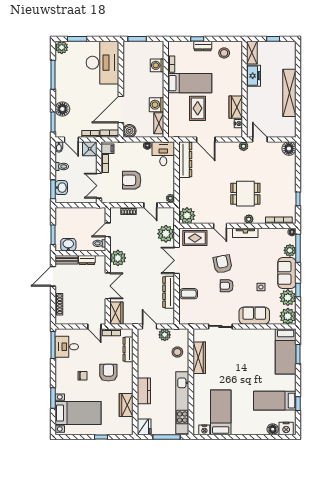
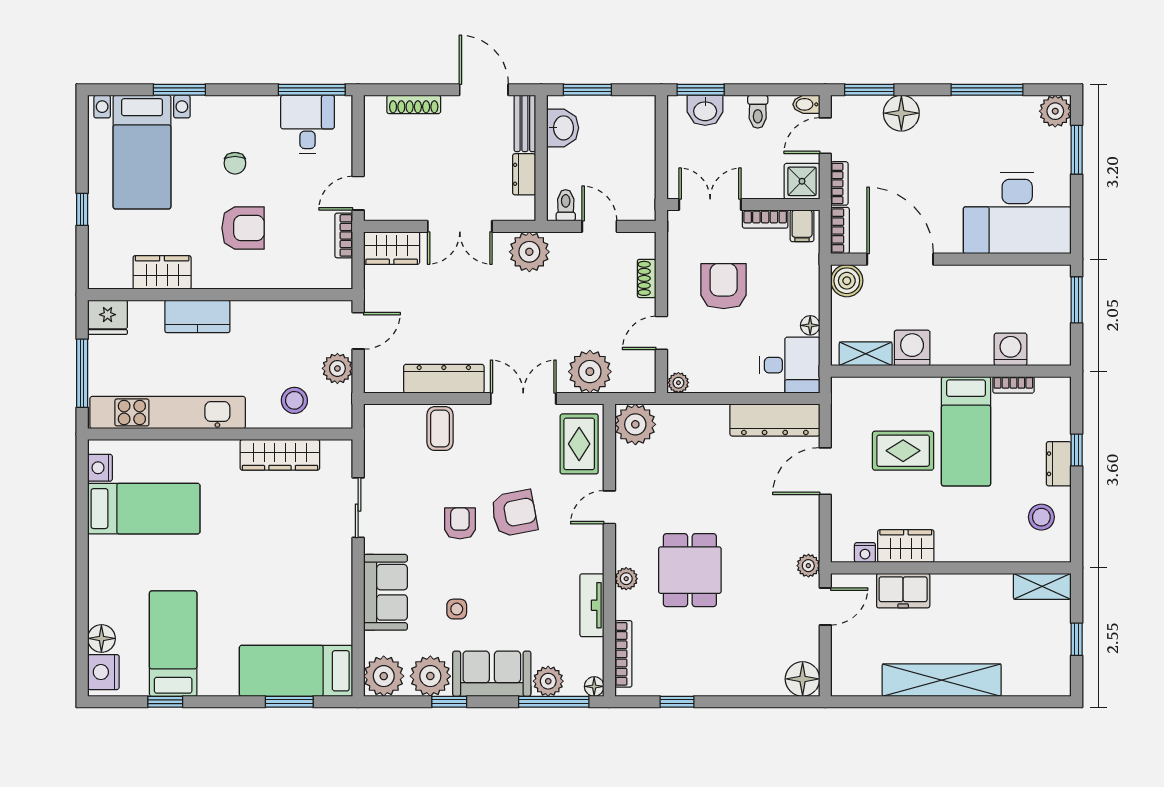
freezer: (254, 76) -> (903, 591), moved
tv unit: (245, 233) -> (592, 605), moved
dresser: (128, 349) -> (301, 277), removed

